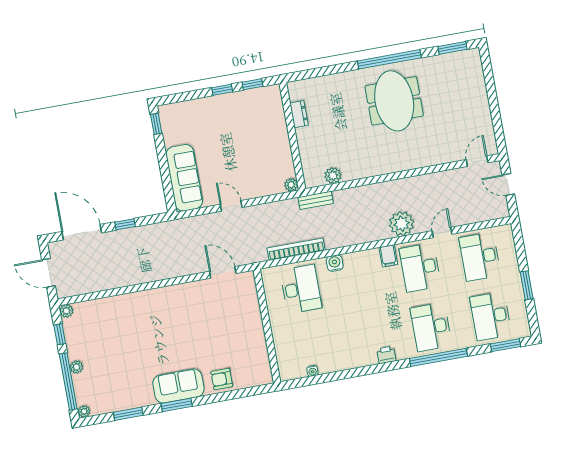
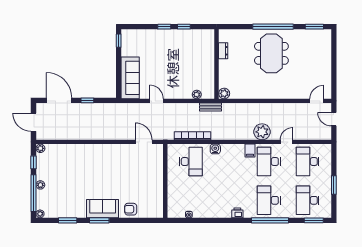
dresser: (299, 114) -> (223, 51), moved
wall: (292, 136) -> (216, 64), moved

